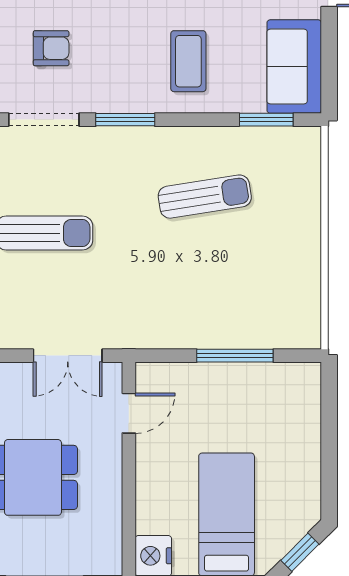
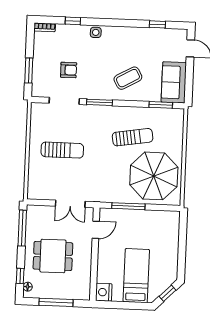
coffee table: (188, 61) -> (128, 78), turned 61
parasol: (257, 284) -> (154, 176), added
window: (235, 356) -> (128, 206), moved

